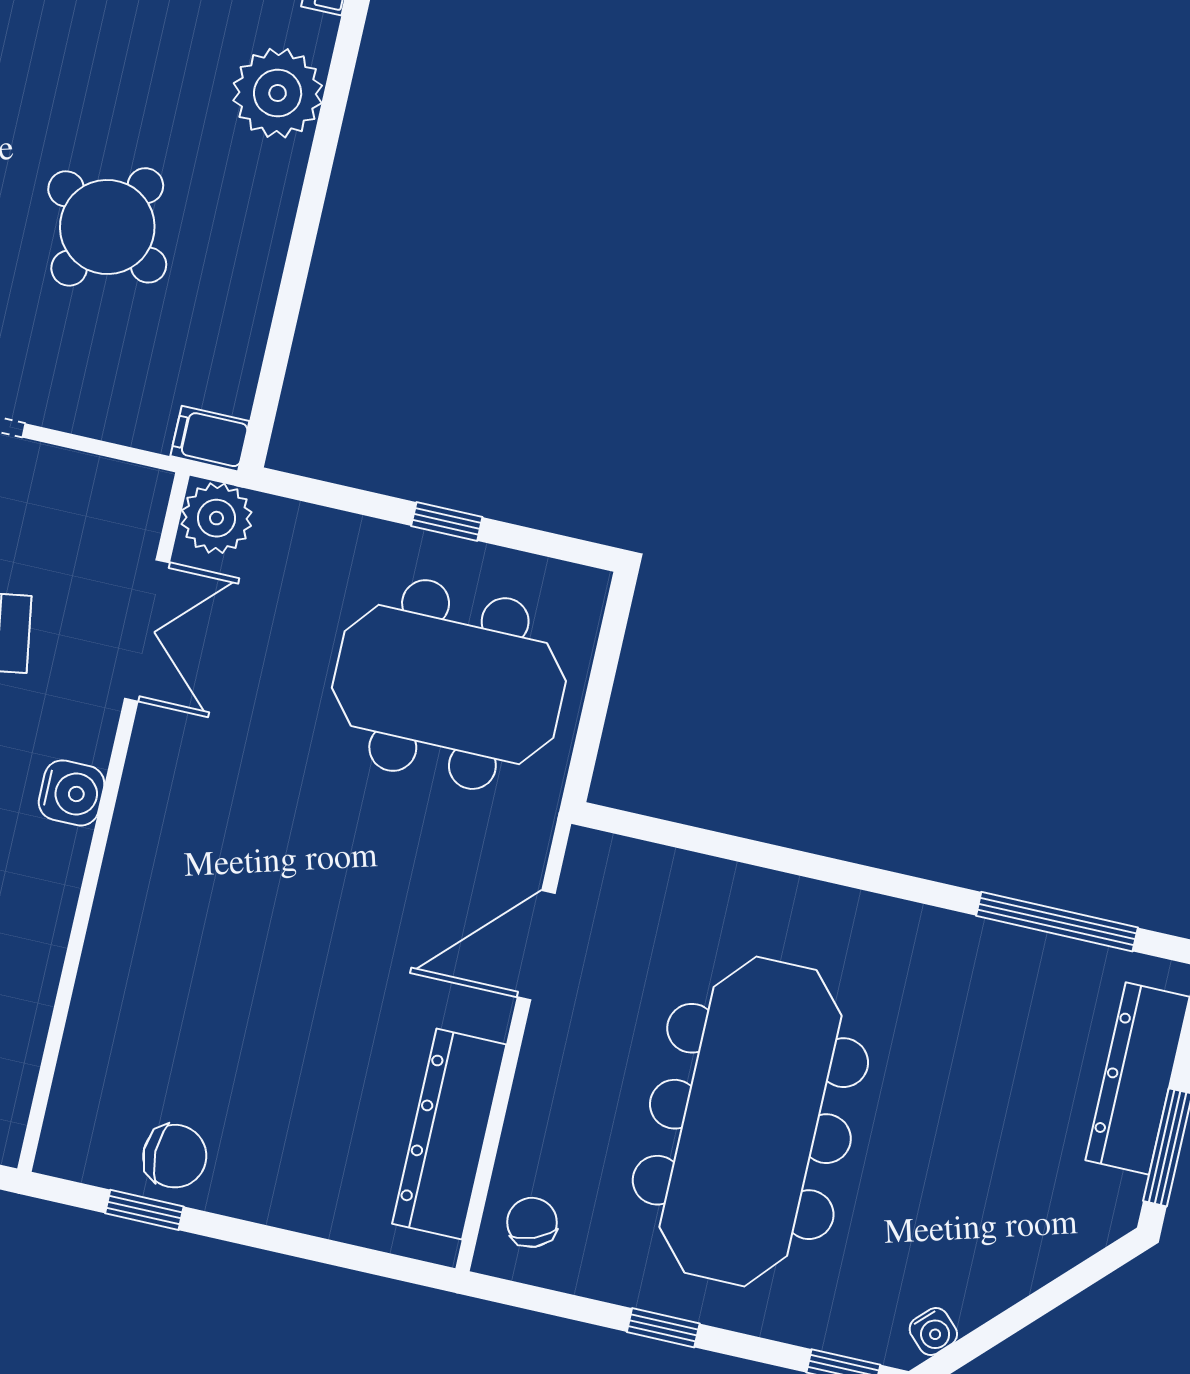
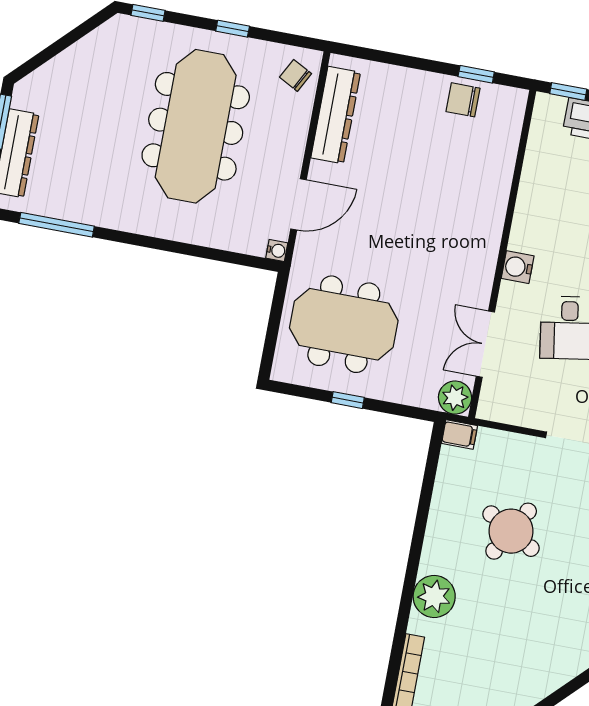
chair: (532, 1222) -> (296, 75), turned 139
water cooler: (933, 1331) -> (277, 251), moved, turned 135

